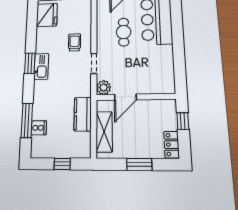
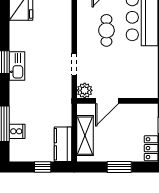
trolley: (75, 42) -> (53, 40), removed
kitchen counter: (83, 114) -> (63, 144), moved

